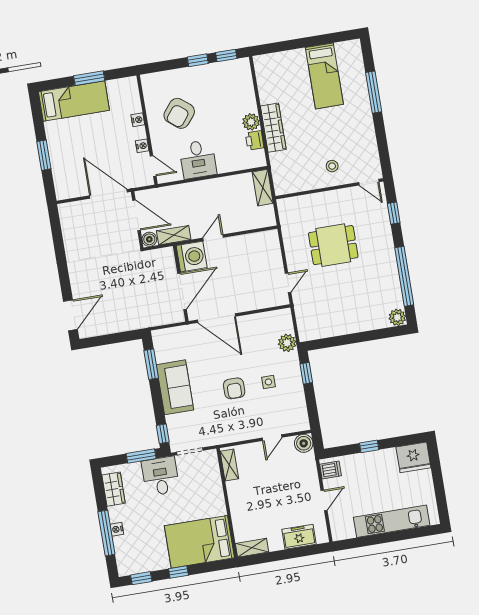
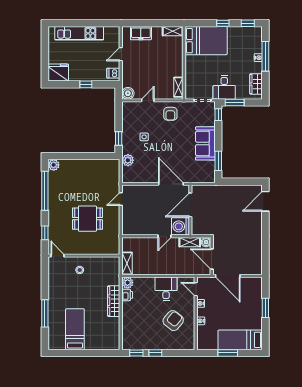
plant: (251, 122) -> (128, 283), moved
armchair: (234, 388) -> (170, 114), moved, turned 180

